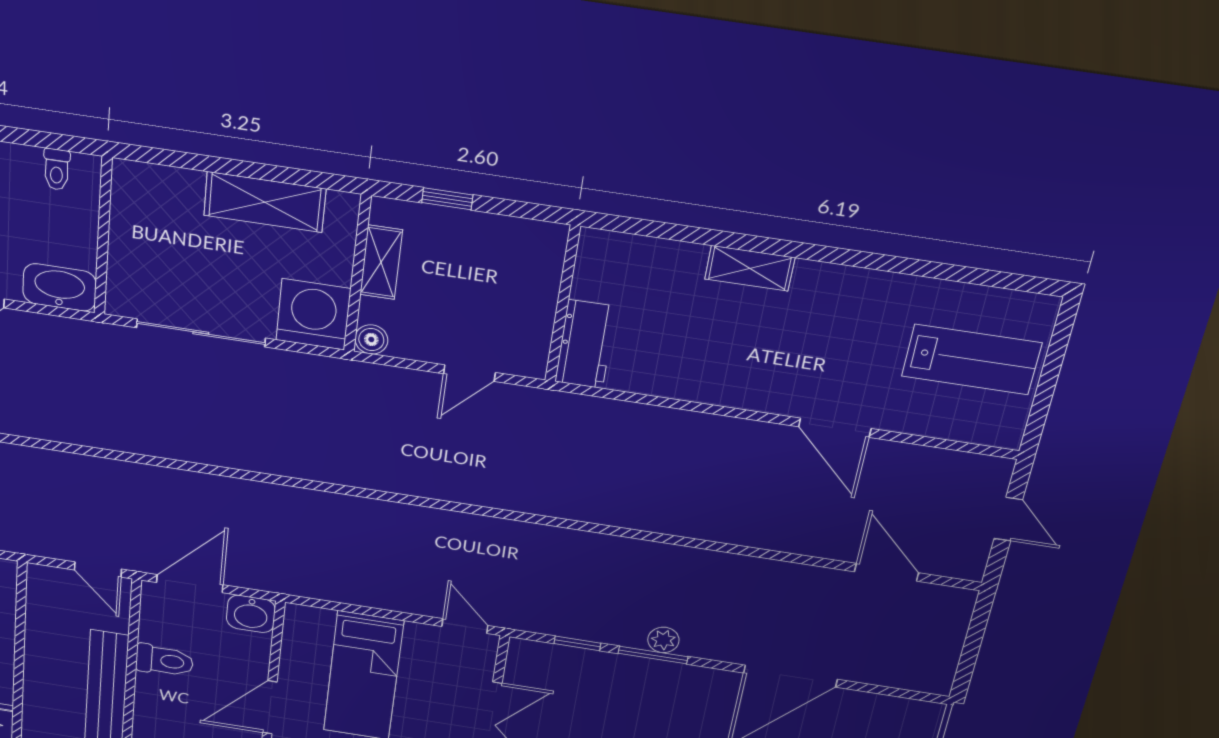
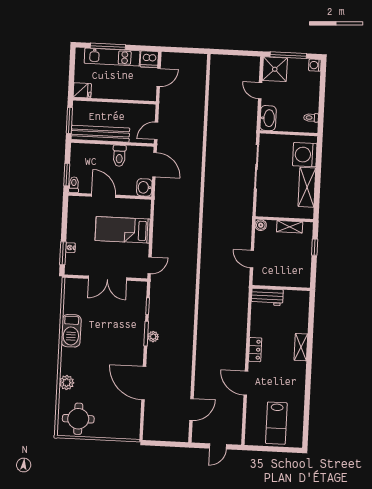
washing machine: (313, 314) -> (305, 155), moved, turned 180
locker: (738, 393) -> (255, 350), added
door: (835, 428) -> (246, 383), hinge flipped

